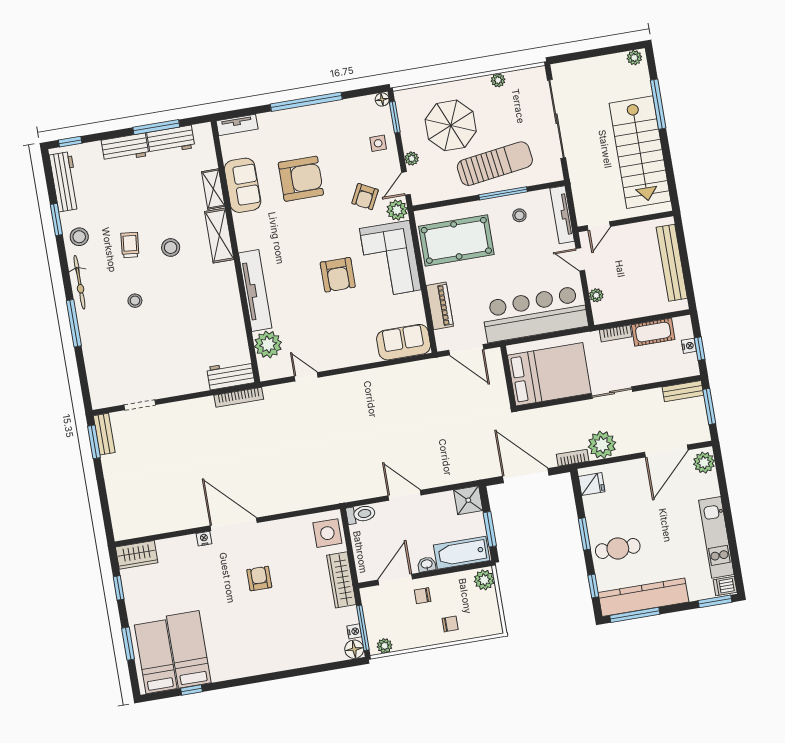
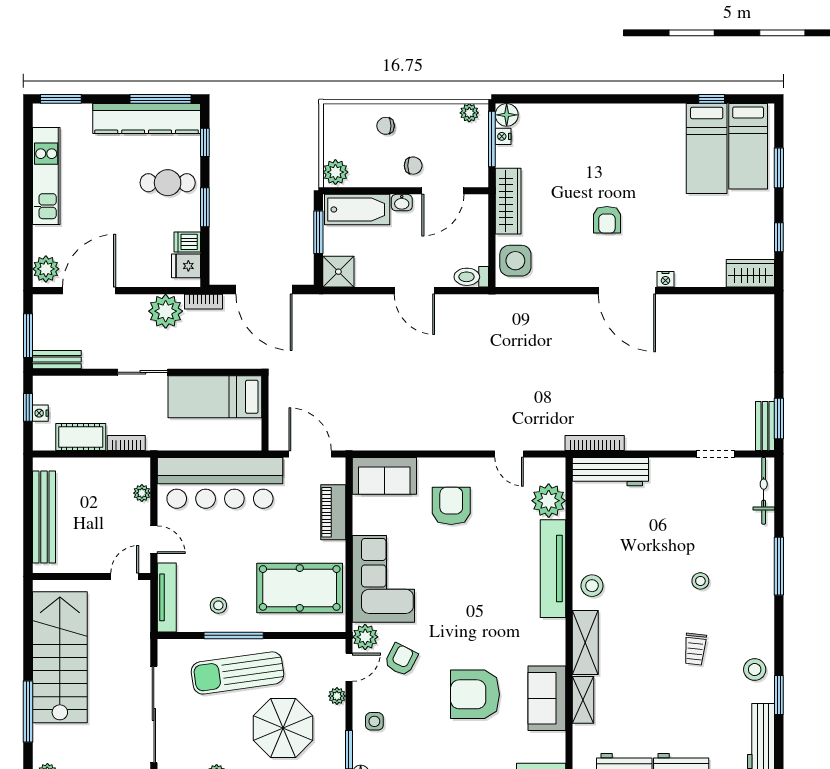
stool: (171, 247) -> (592, 586), moved
armchair: (338, 275) -> (451, 506), moved
bicycle: (79, 282) -> (764, 491), moved
bed: (549, 374) -> (215, 397), width x0.67
workbench: (231, 375) -> (610, 472), width x1.38
dishwasher: (725, 586) -> (187, 242), moved, turned 180

